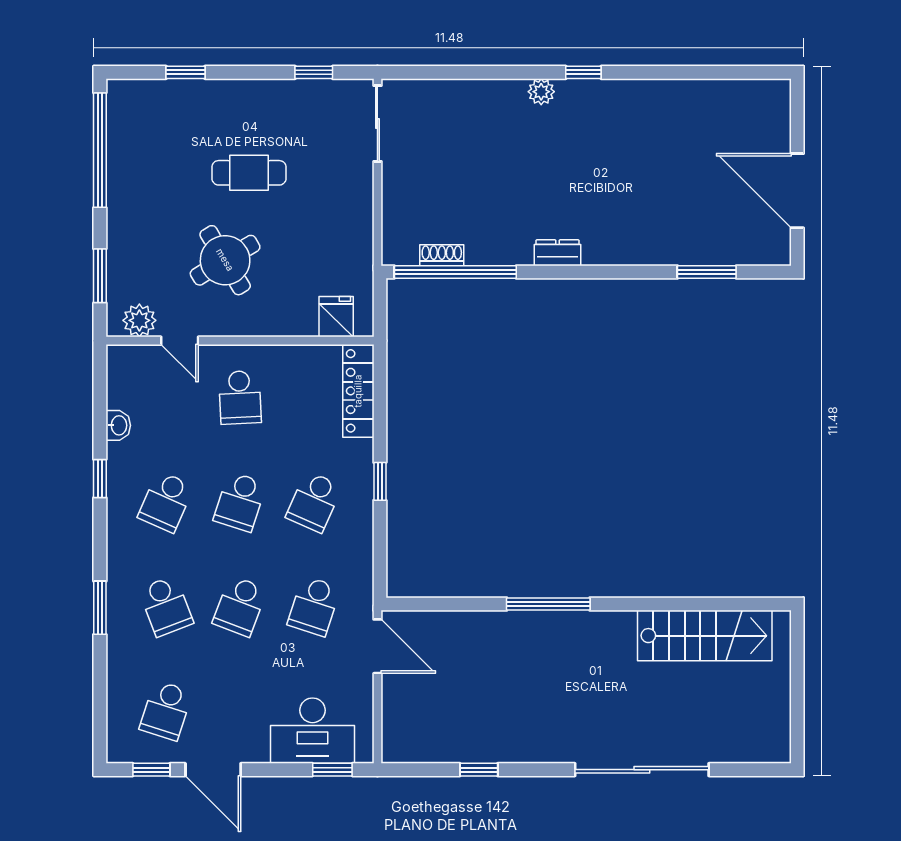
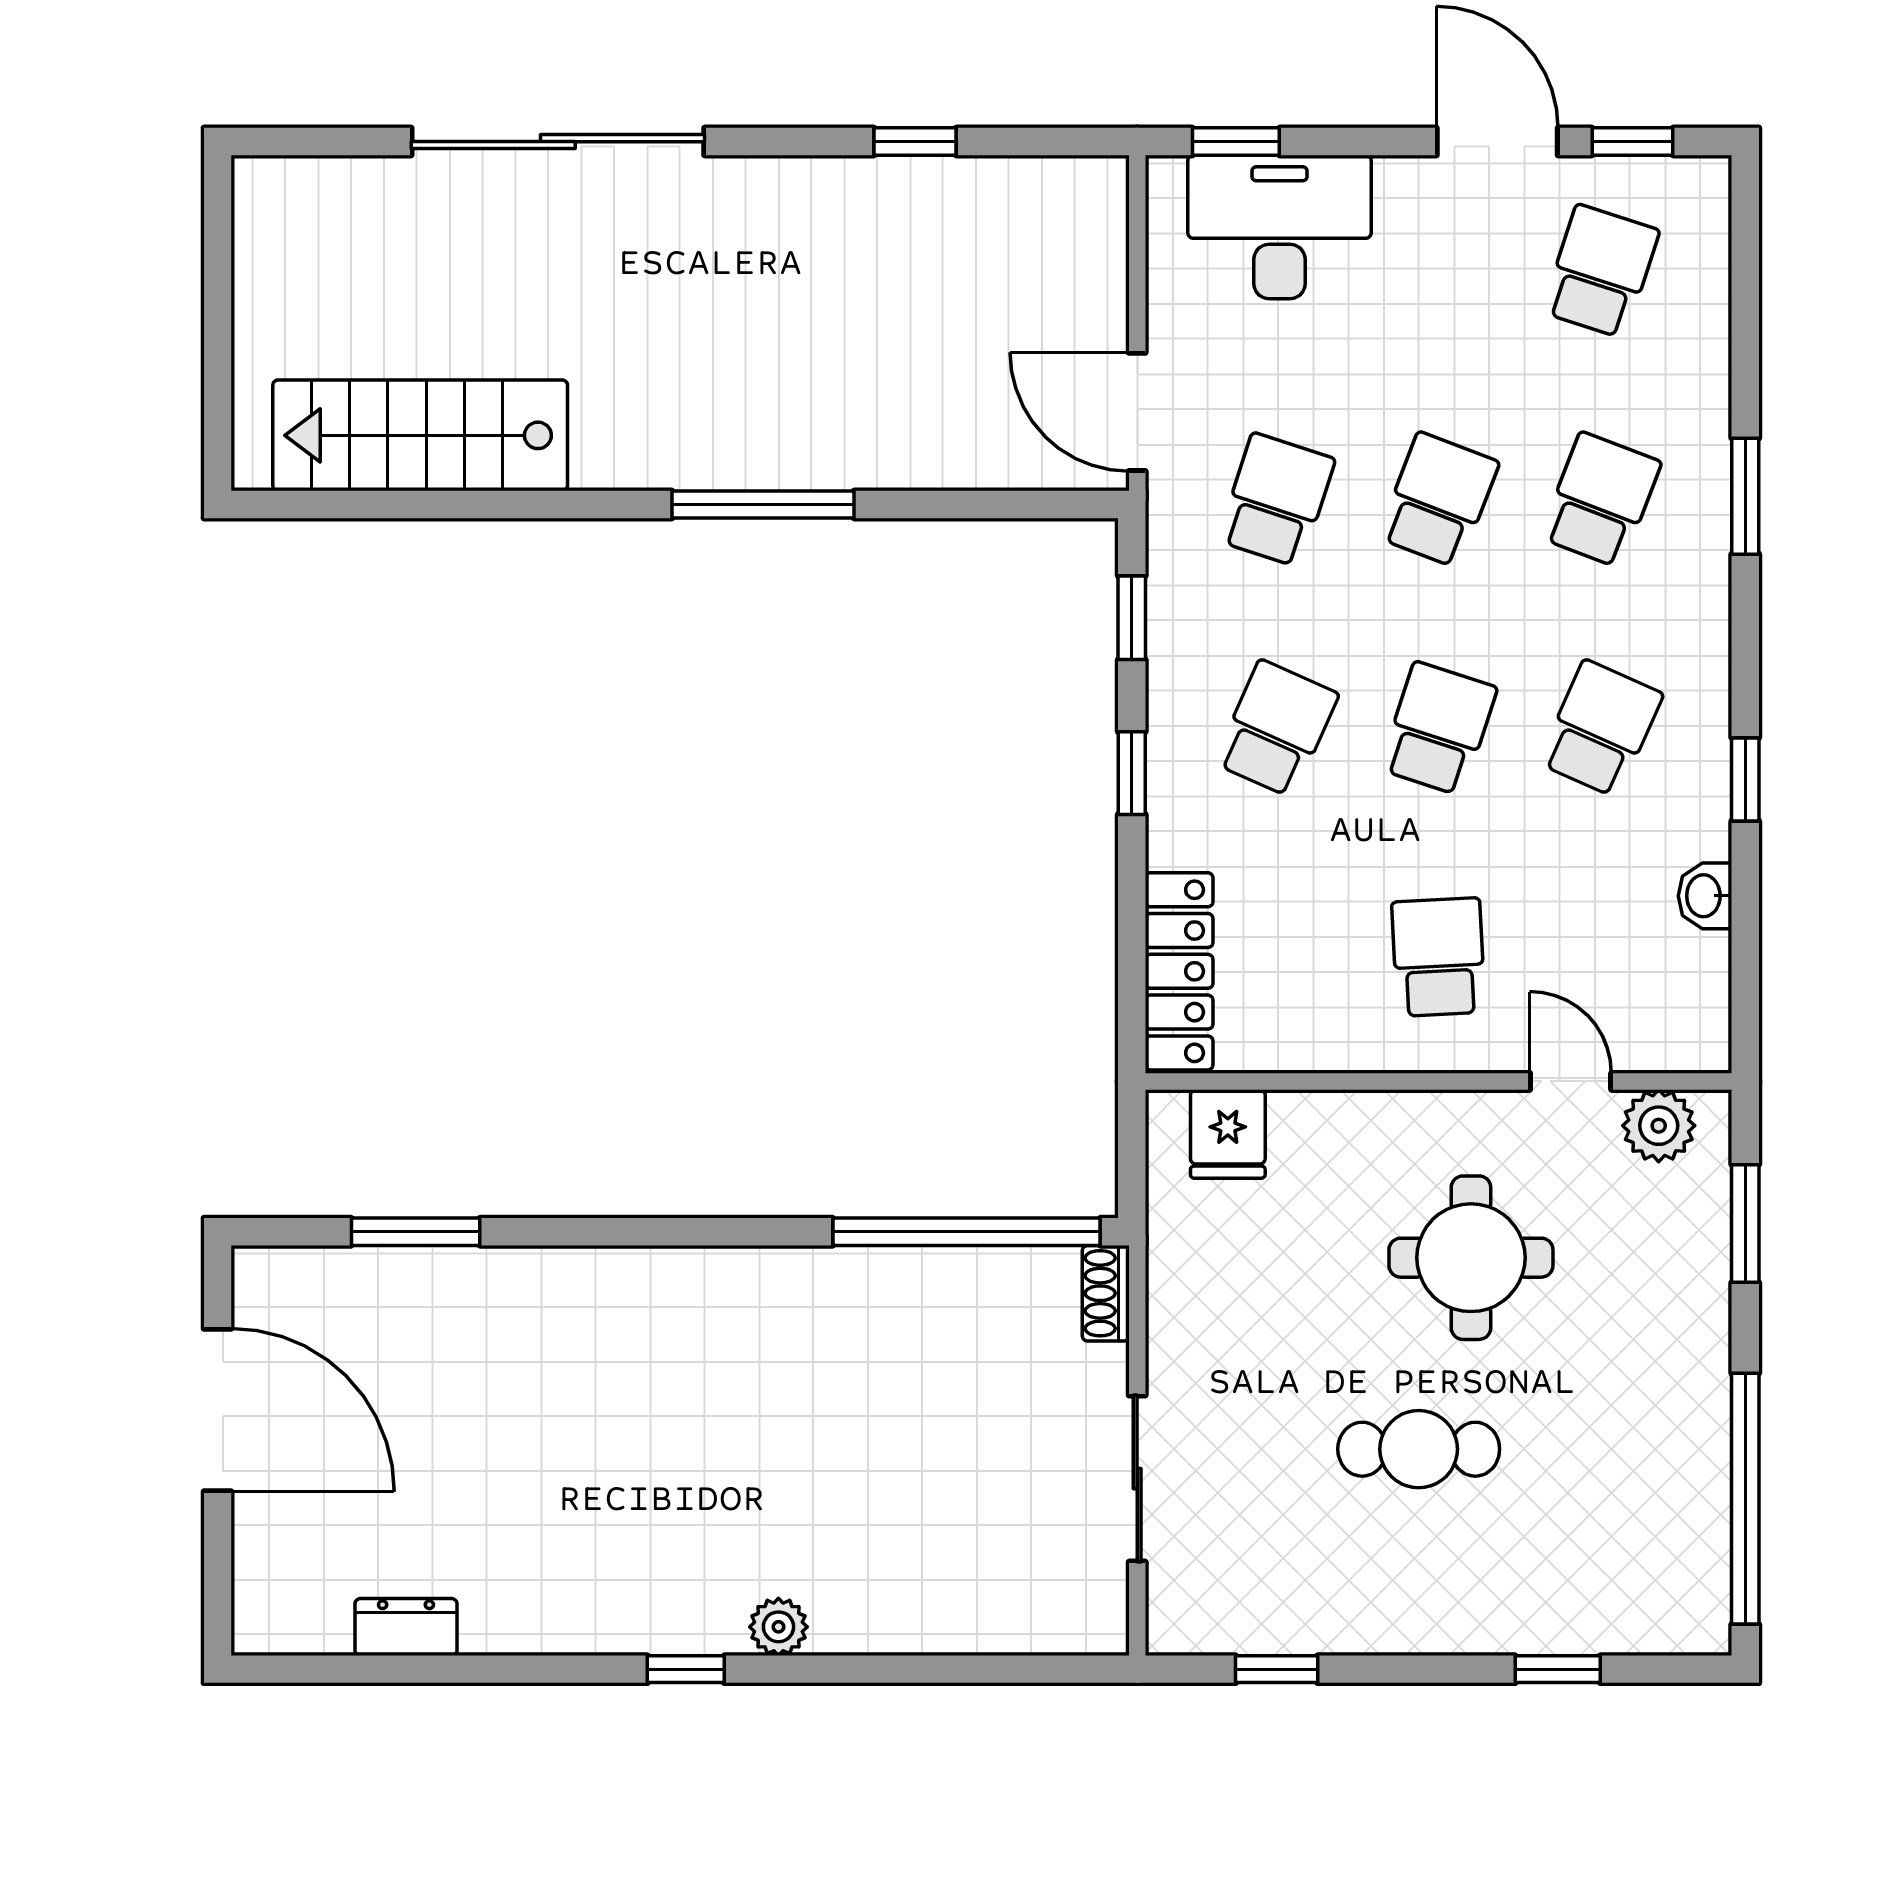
sliding door: (377, 123) -> (1137, 1479), moved
dresser: (557, 253) -> (406, 1627), moved, turned 180
shoe rack: (442, 255) -> (1106, 1293), moved, turned 90
round table: (225, 260) -> (1471, 1258), turned 31
window: (380, 552) -> (1132, 618), added
school desk: (166, 606) -> (1601, 500), turned 42

